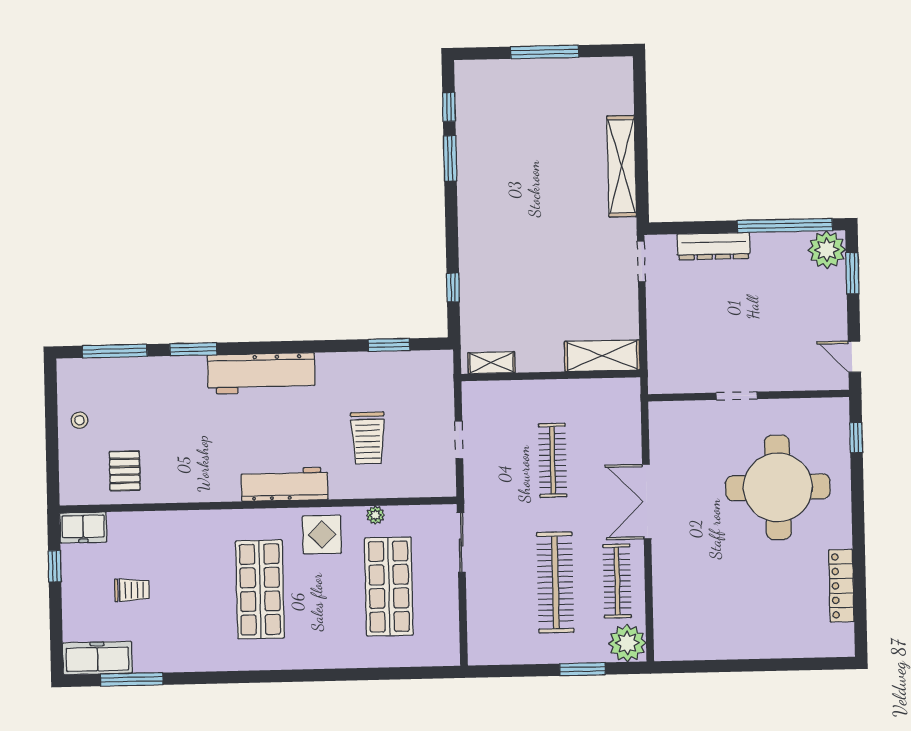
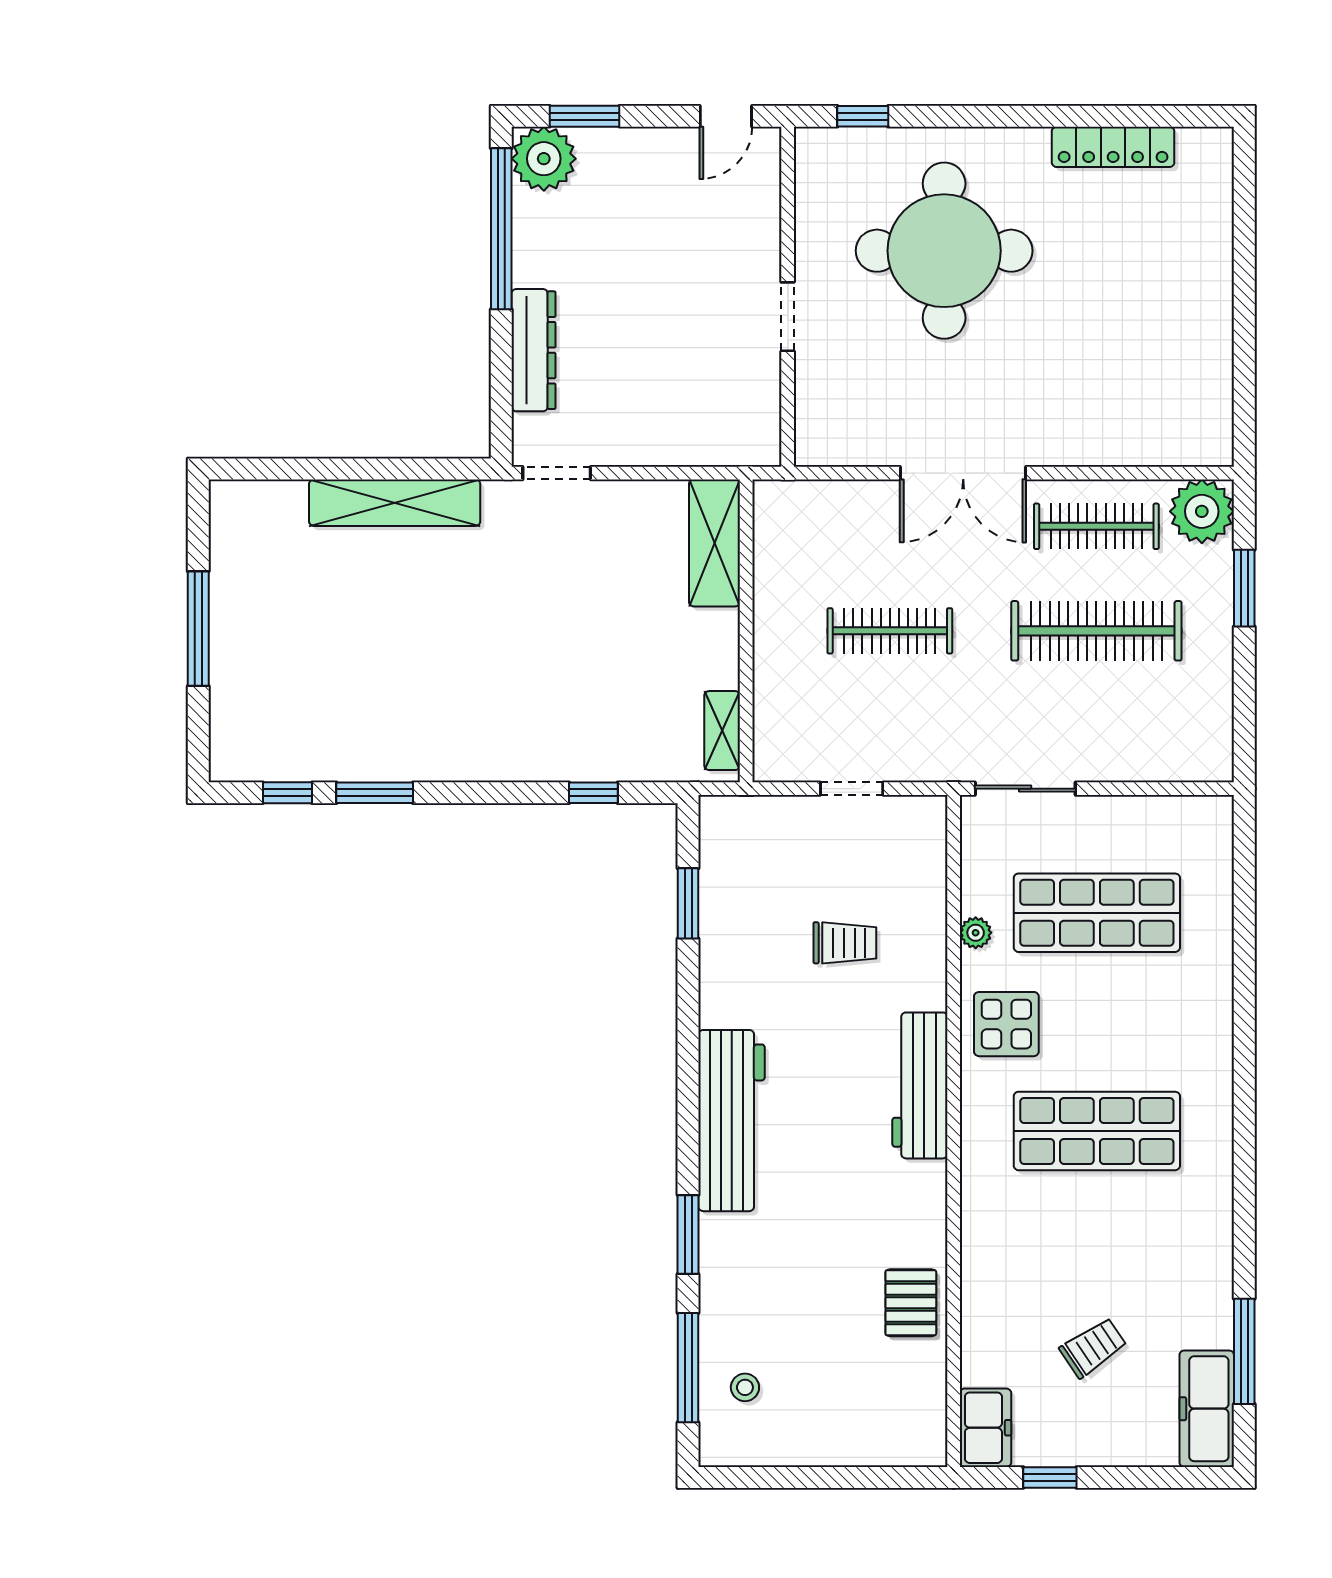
stool: (79, 420) -> (745, 1387), moved
trolley: (368, 438) -> (845, 943), width x0.73, depth x0.72
pallet: (125, 471) -> (911, 1303), moved, turned 90
trolley: (132, 590) -> (1093, 1348), turned 56

